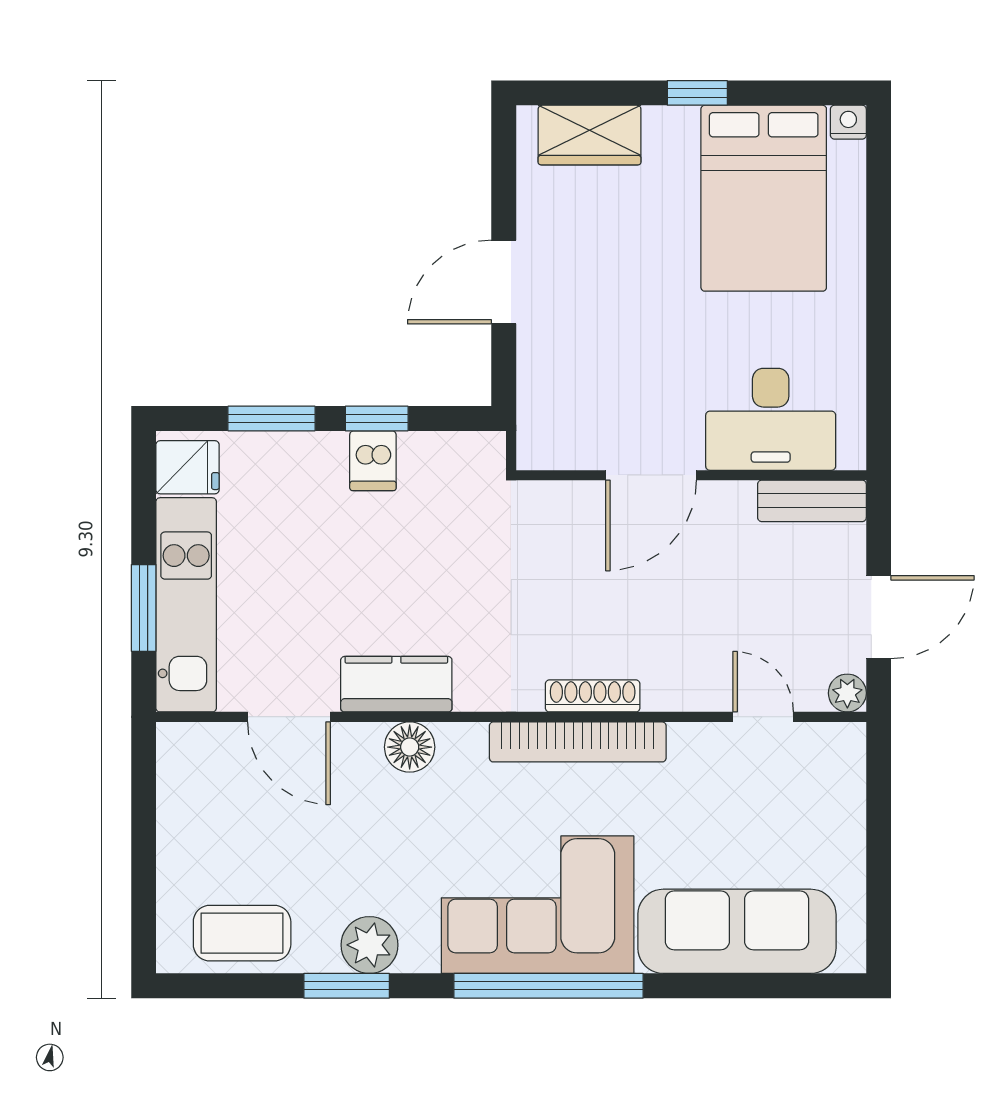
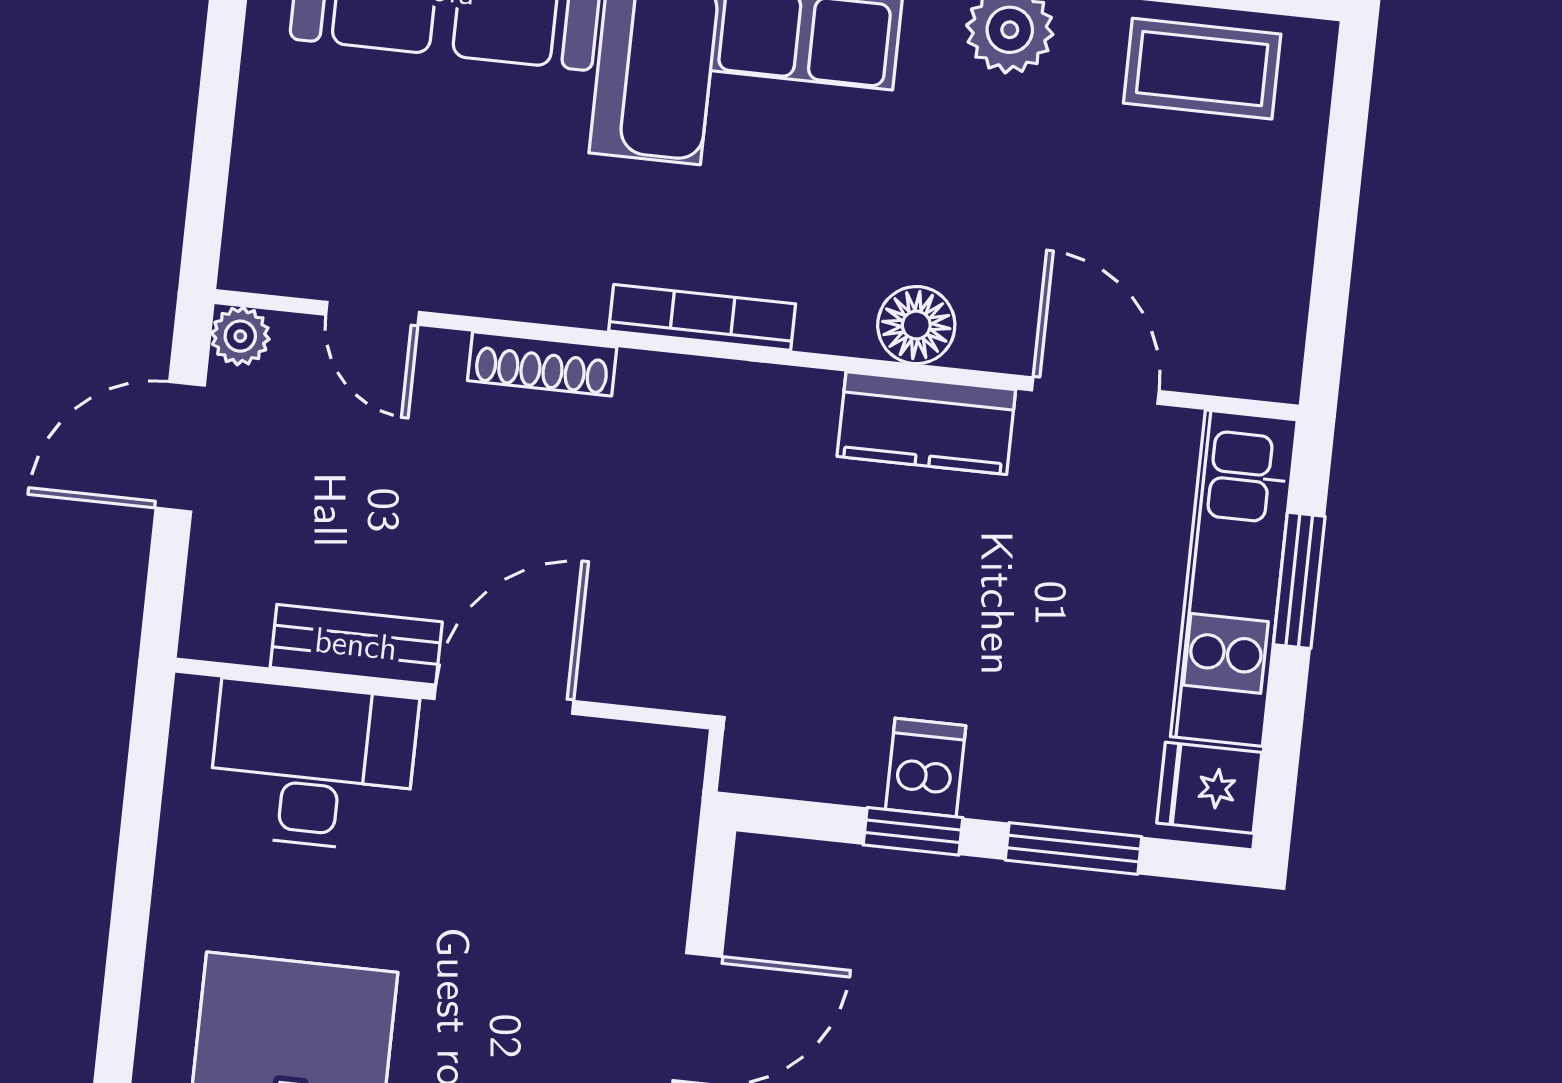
bench: (812, 501) -> (356, 645), moved
shoe rack: (593, 696) -> (542, 364), moved
bookcase: (578, 742) -> (702, 317), width x0.68, depth x0.76

